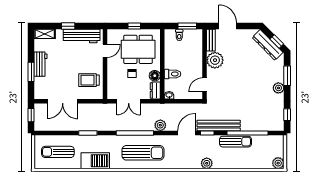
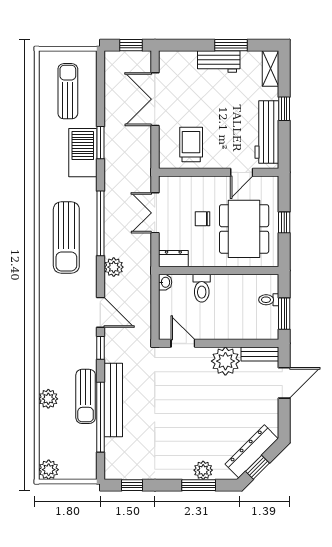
door: (105, 51) -> (242, 172), hinge flipped
window: (31, 72) -> (231, 45), moved
floor lamp: (155, 76) -> (199, 258), removed
plant: (278, 88) -> (203, 470), moved
bench: (219, 125) -> (113, 400), moved
barbecue: (95, 161) -> (83, 153), moved, turned 180
plant: (207, 163) -> (48, 399), moved

